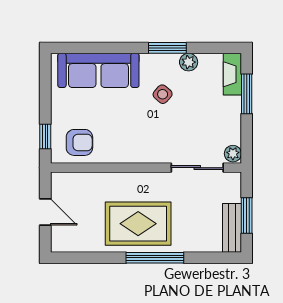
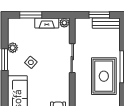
fireplace: (232, 74) -> (47, 23), moved
sliding door: (197, 168) -> (72, 58), moved

